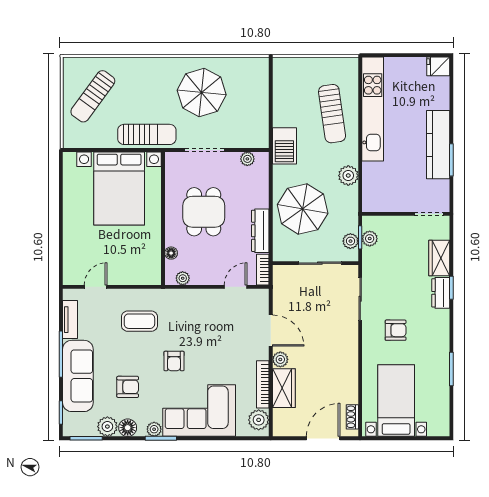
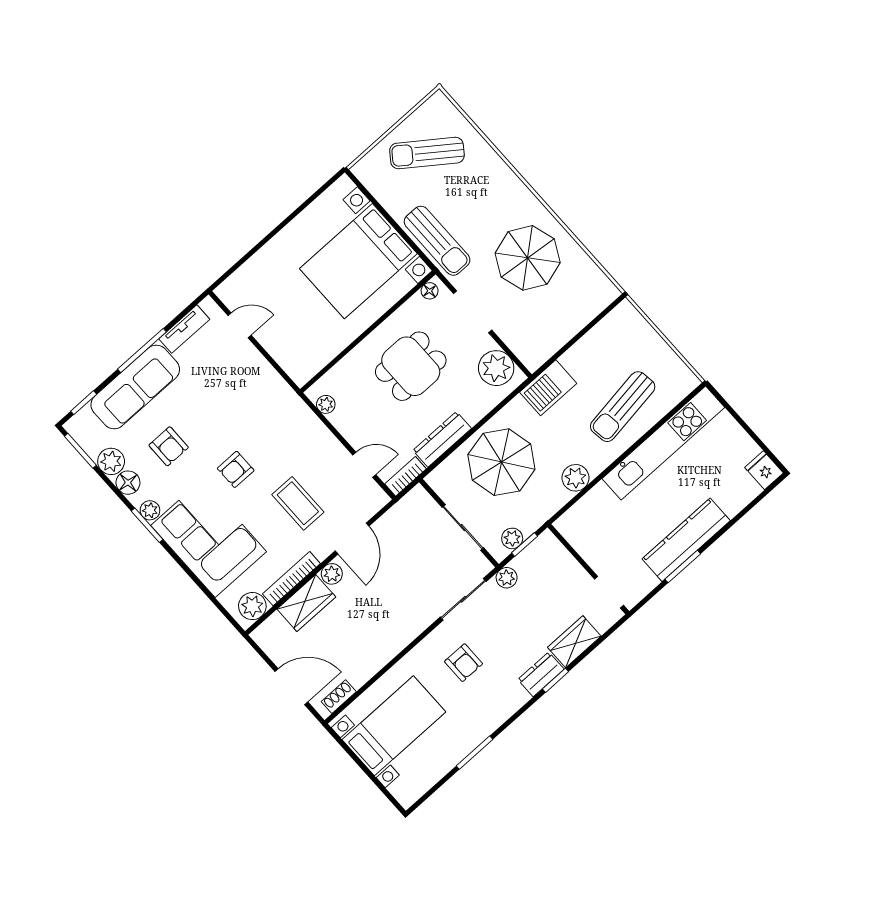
plant: (247, 159) -> (496, 368), width x1.88, depth x1.88
plant: (370, 239) -> (507, 578), moved
floor lamp: (171, 253) -> (430, 291), moved
coffee table: (139, 321) -> (298, 503), moved

